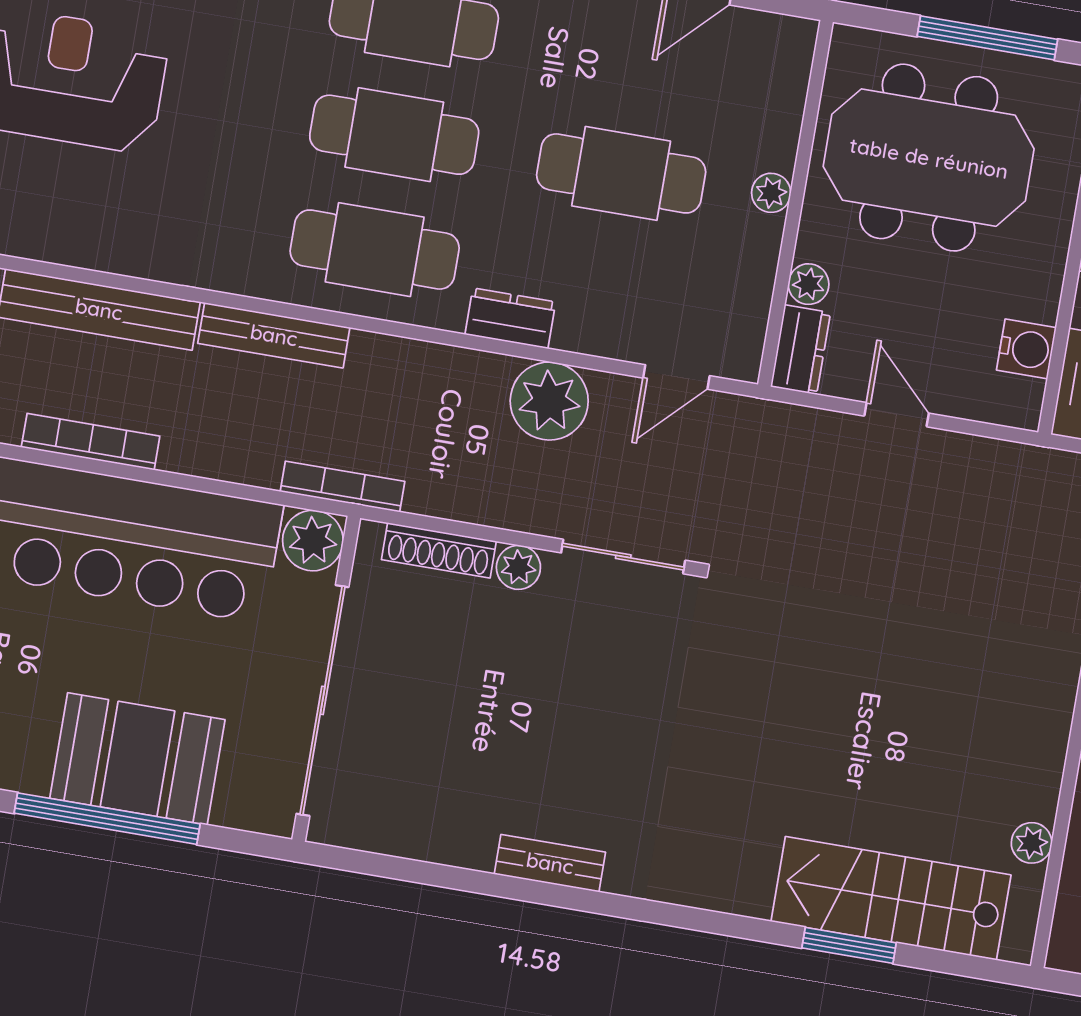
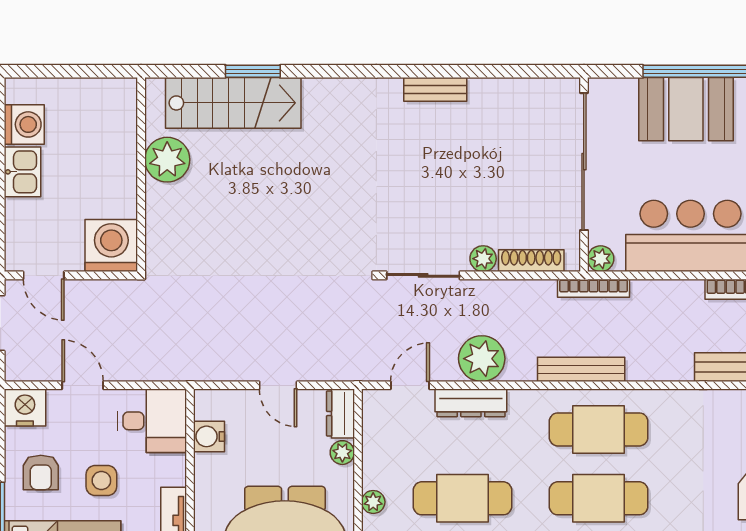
dresser: (510, 318) -> (471, 403), moved, width x1.44
bench: (274, 335) -> (581, 369), moved
plant: (313, 541) -> (601, 259), width x0.73, depth x0.73
plant: (1032, 843) -> (167, 160), width x1.88, depth x1.88

